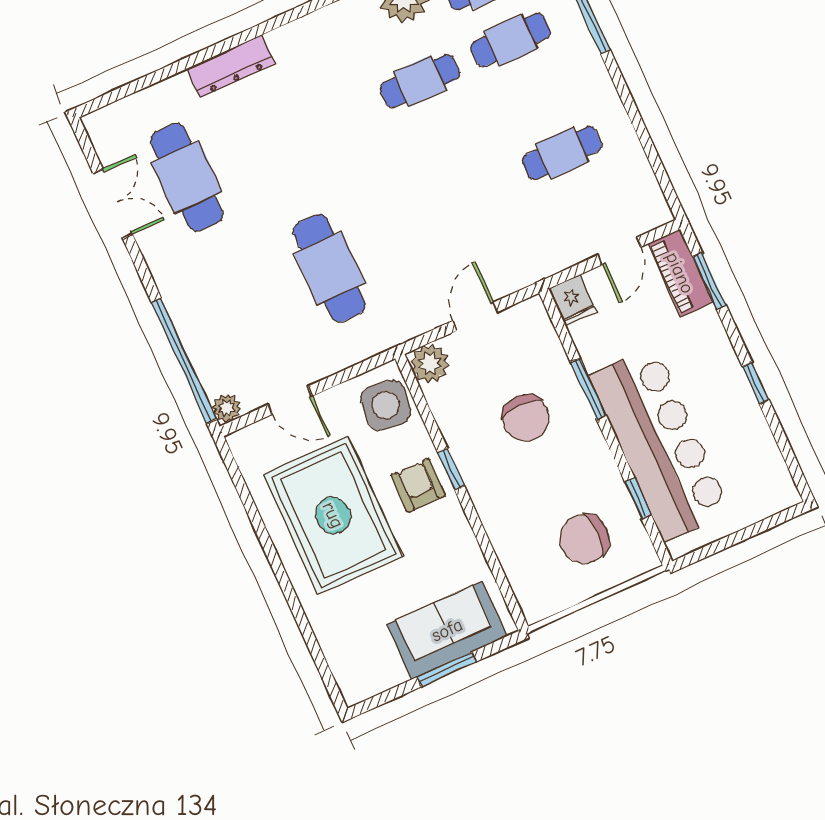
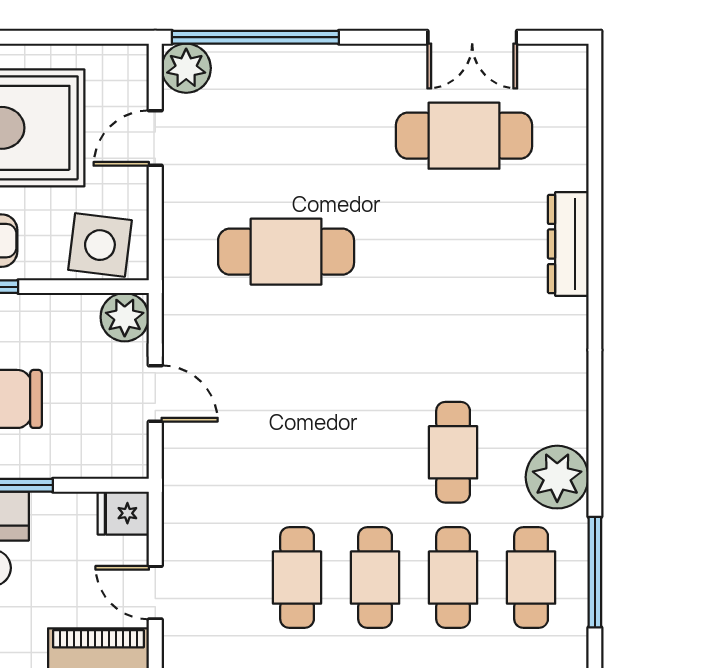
cafe table: (536, 97) -> (375, 578), added
plant: (227, 408) -> (186, 68), width x1.38, depth x1.38

